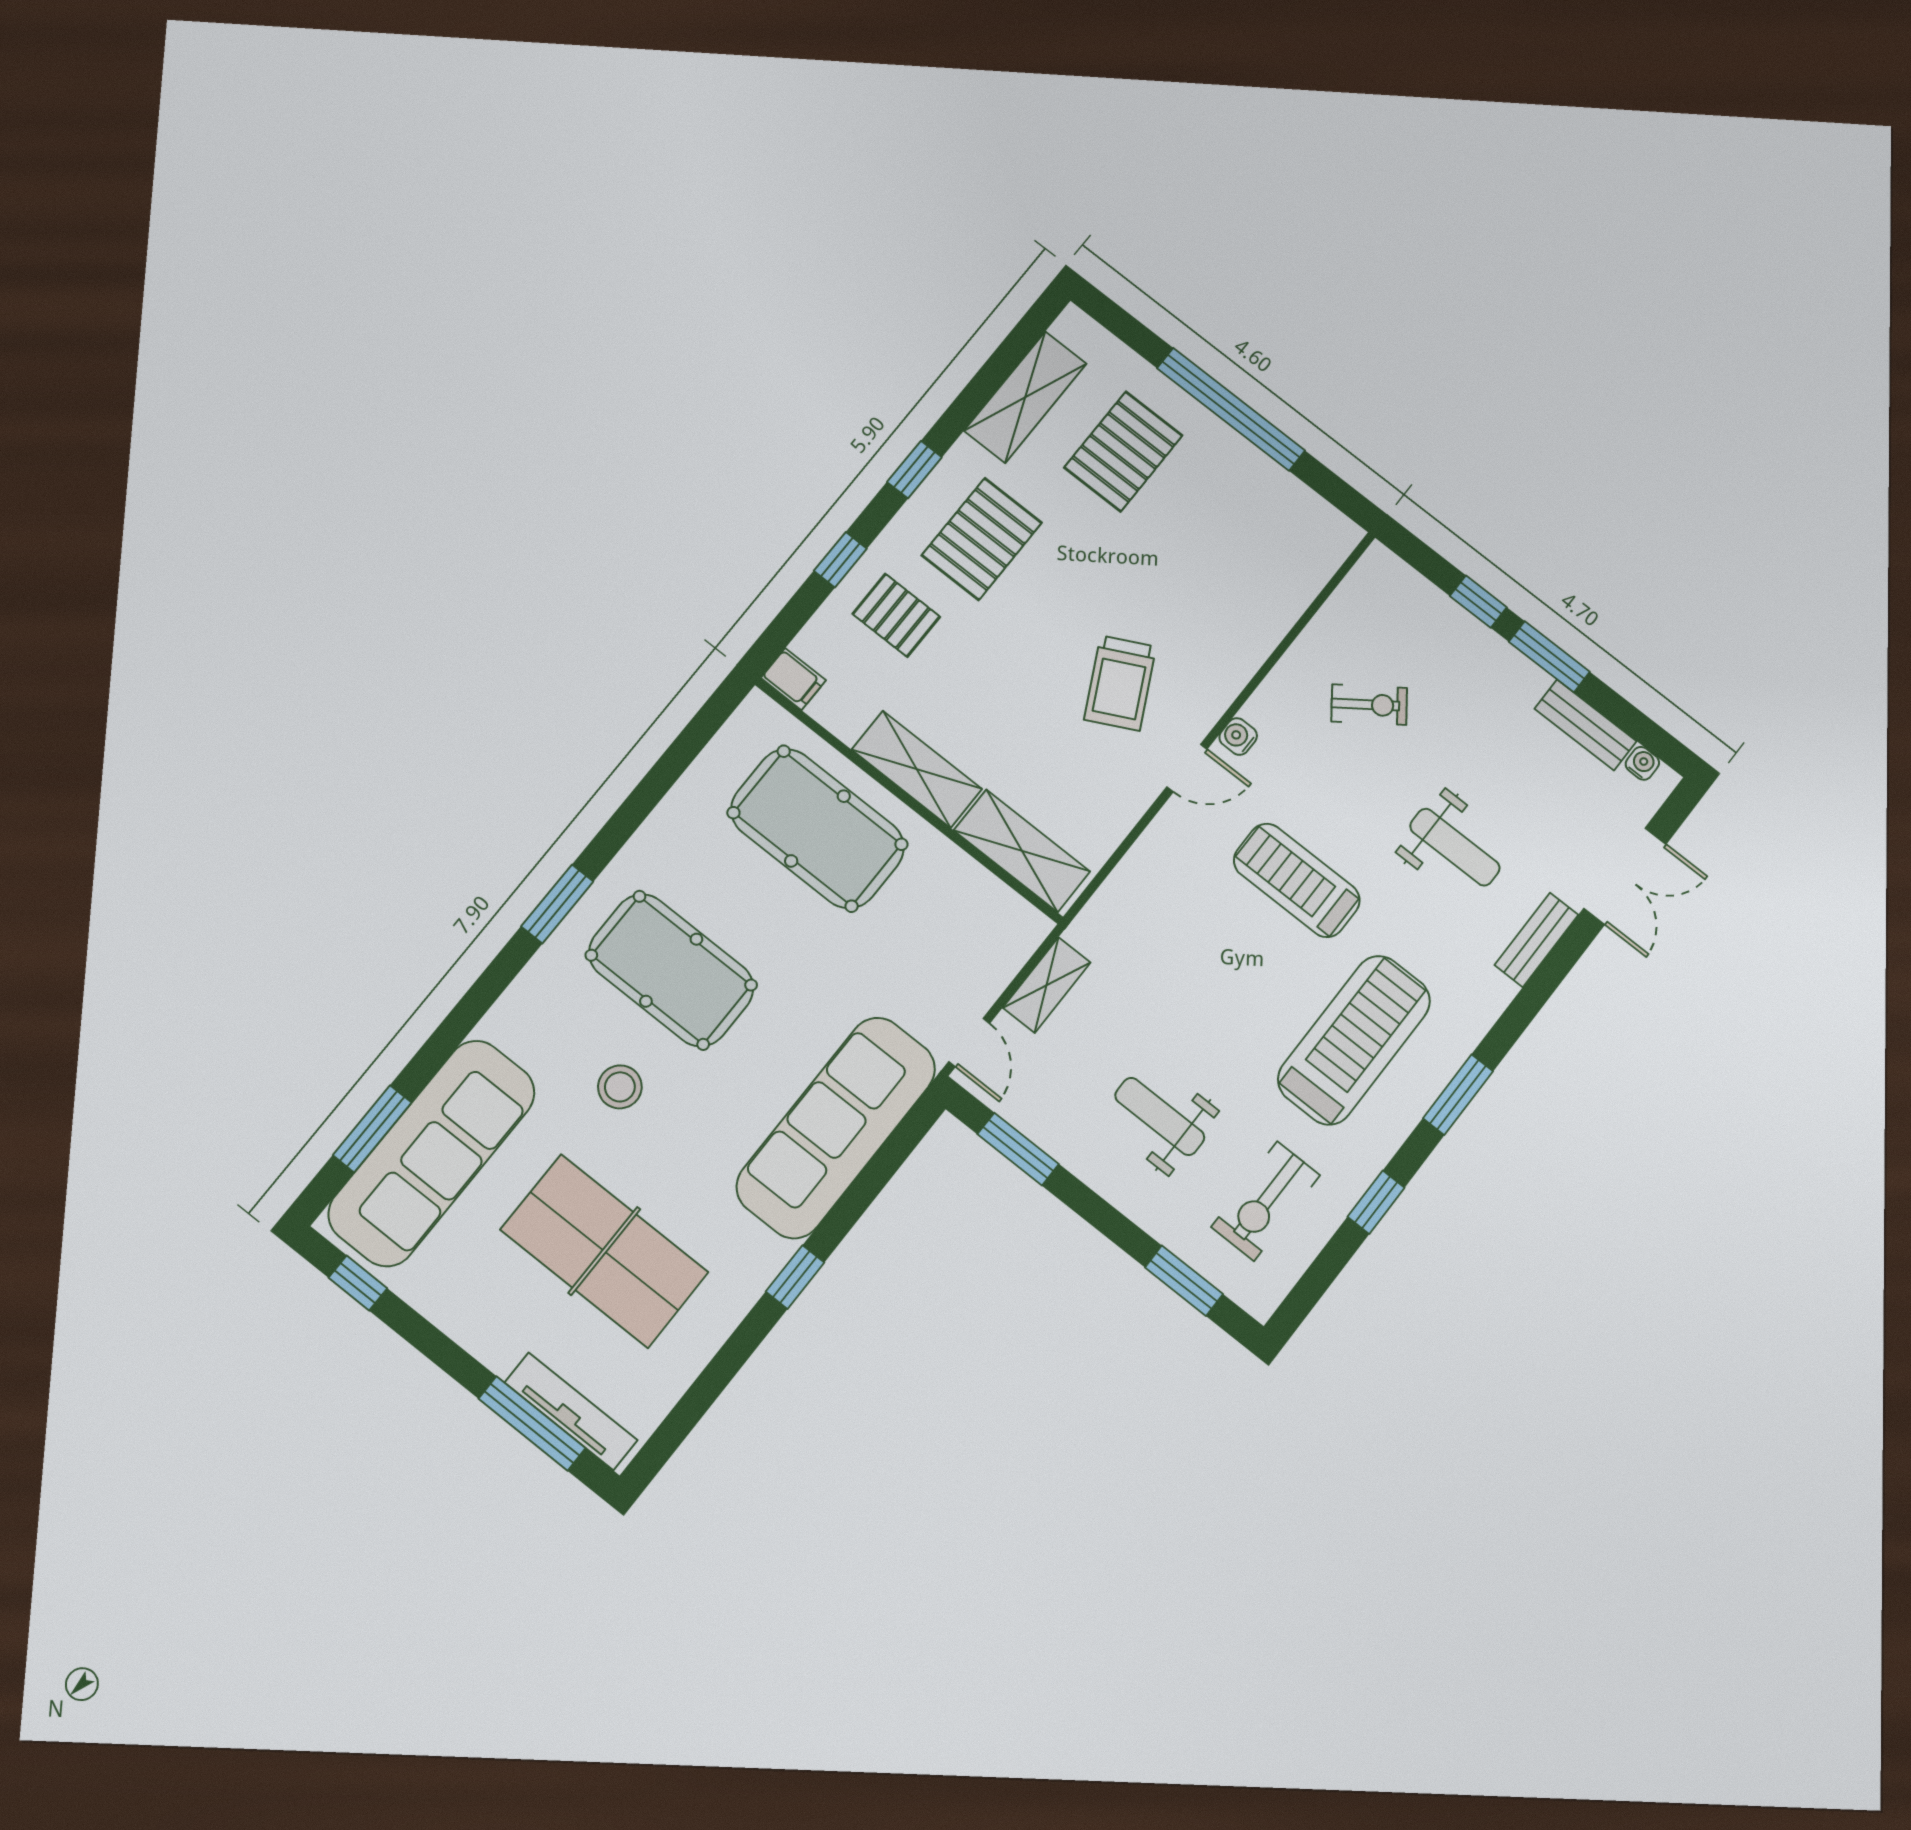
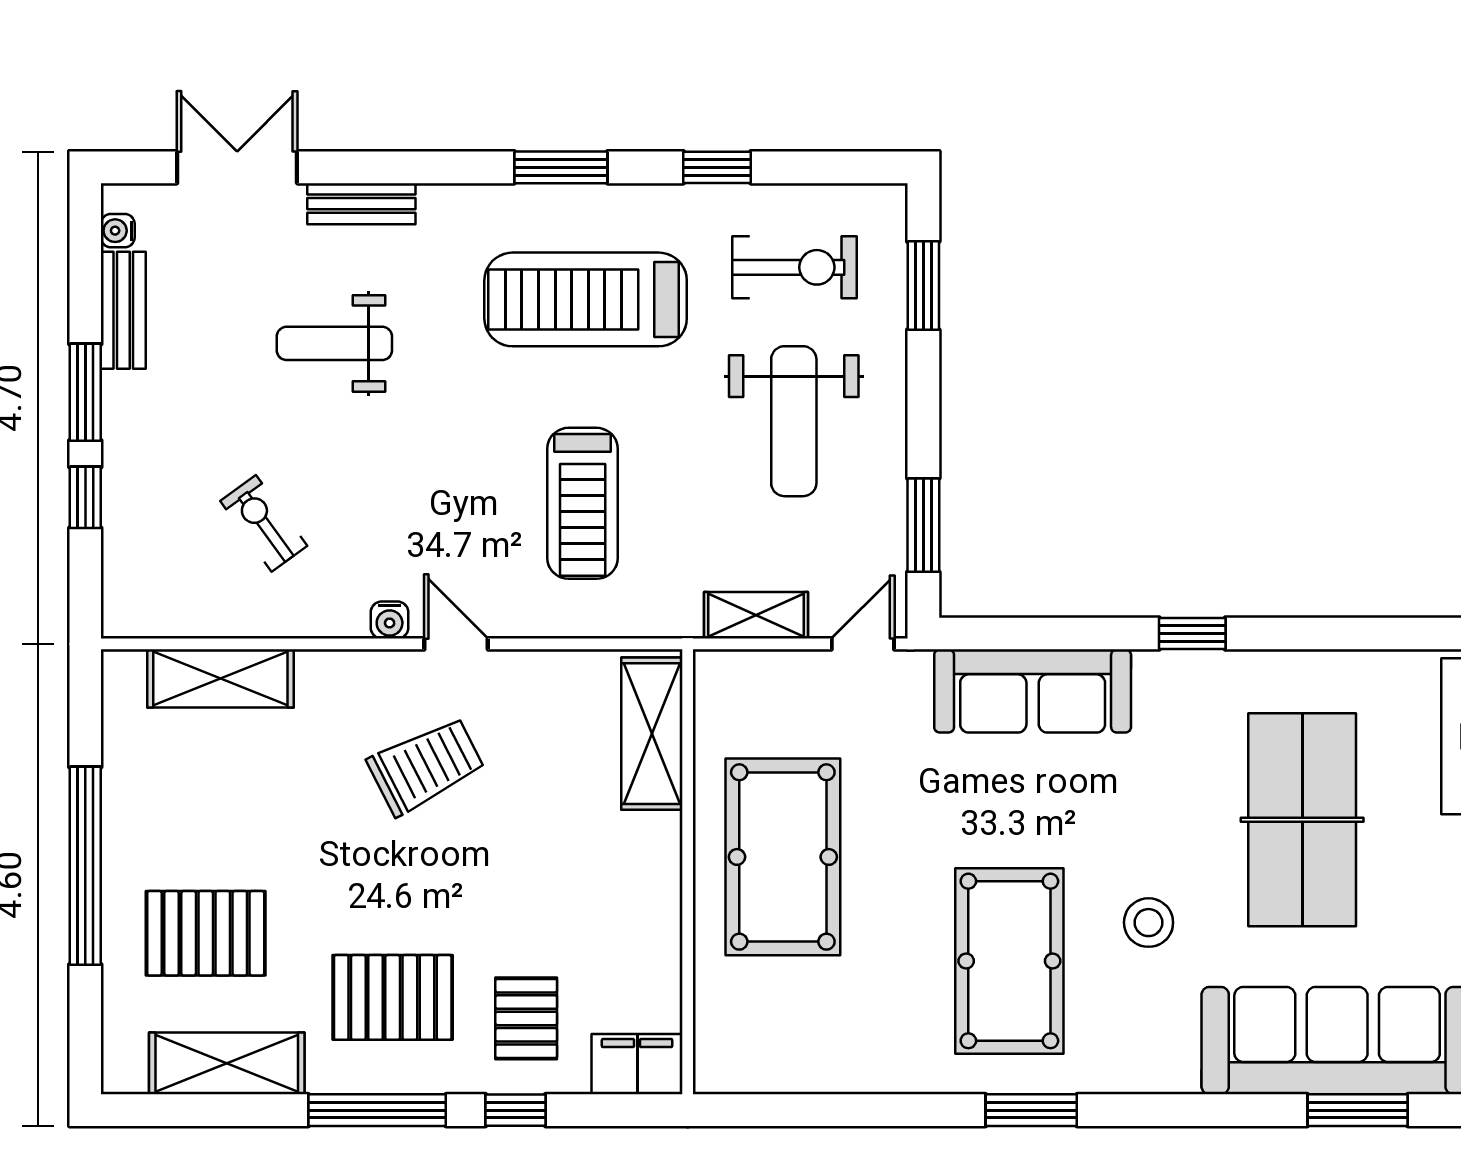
window: (914, 470) -> (377, 1110), width x2.17
filing cabinet: (793, 679) -> (637, 1064), width x2.00
shelving: (917, 769) -> (220, 678), moved, turned 90
pool table: (818, 828) -> (783, 857), moved
weight bench: (1455, 847) -> (334, 343), turned -90
treadmill: (1297, 880) -> (583, 503), moved
weight bench: (1160, 1116) -> (794, 421), width x1.36, depth x1.33
sofa: (836, 1128) -> (1033, 691), width x0.74, depth x0.79

